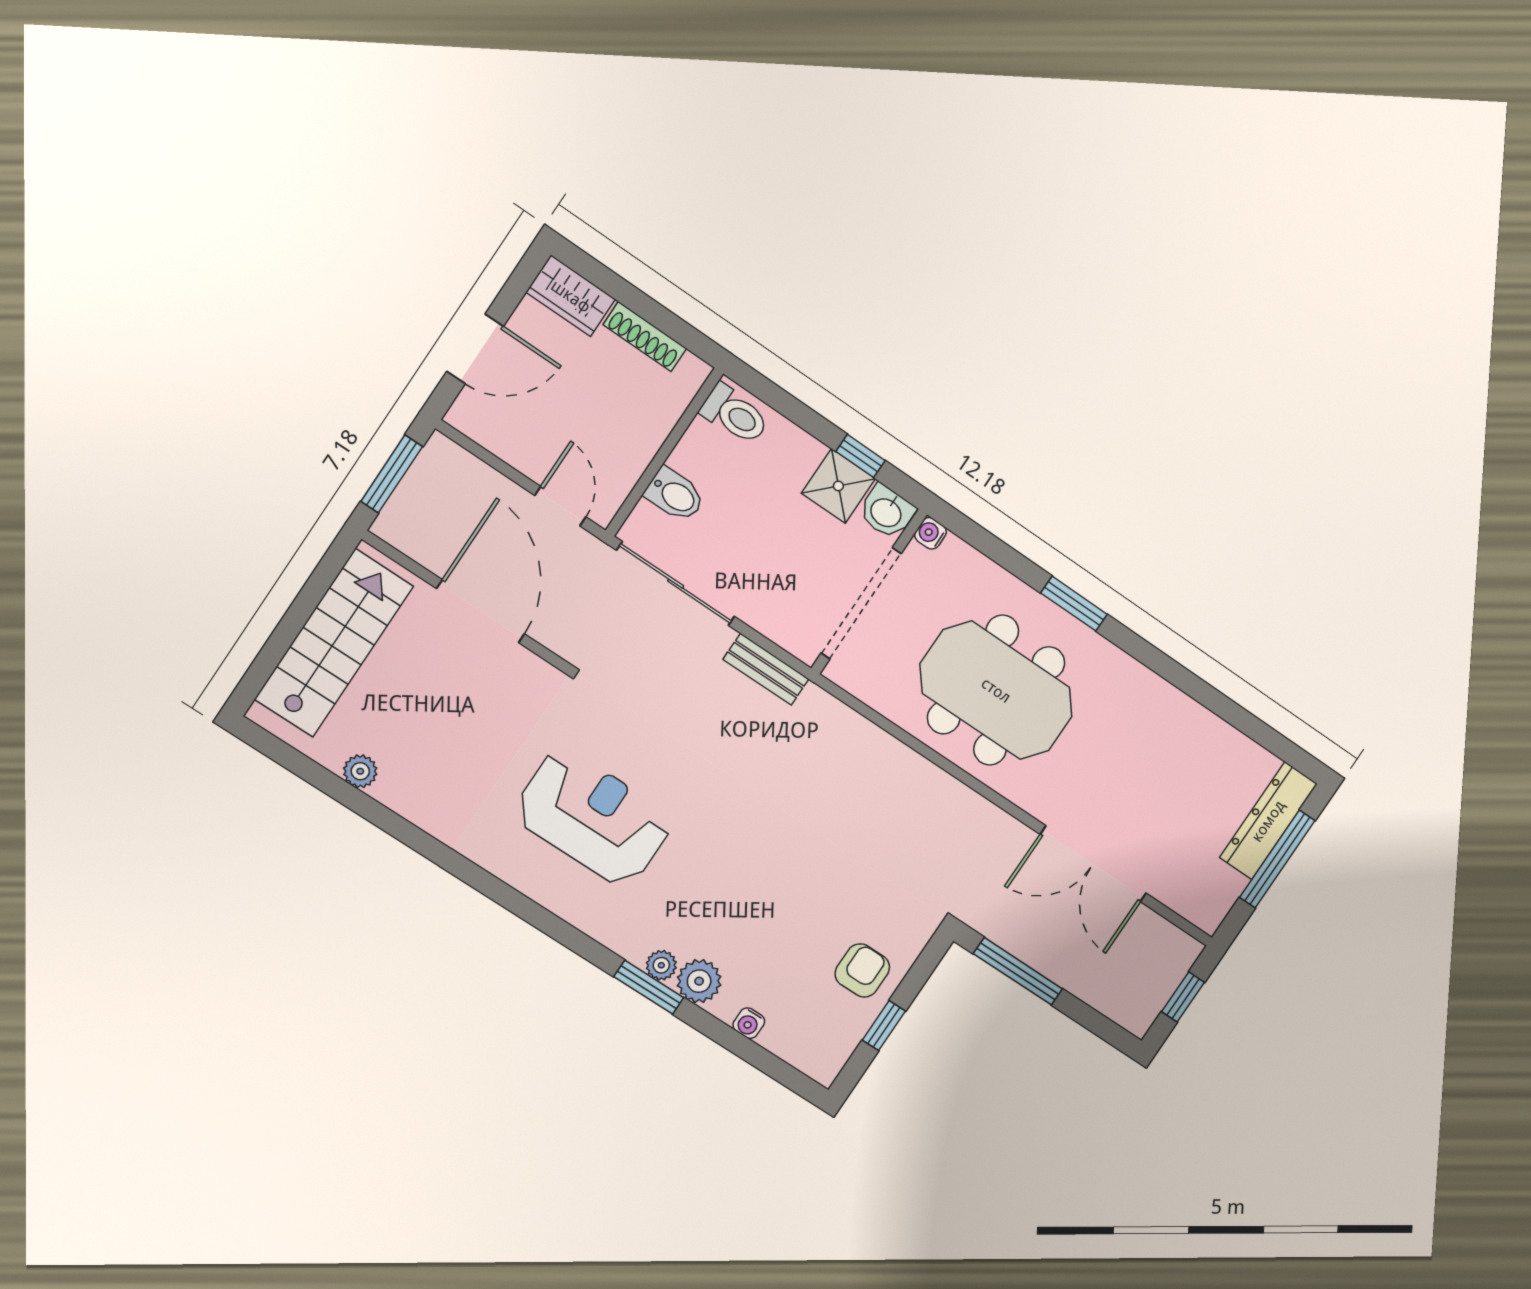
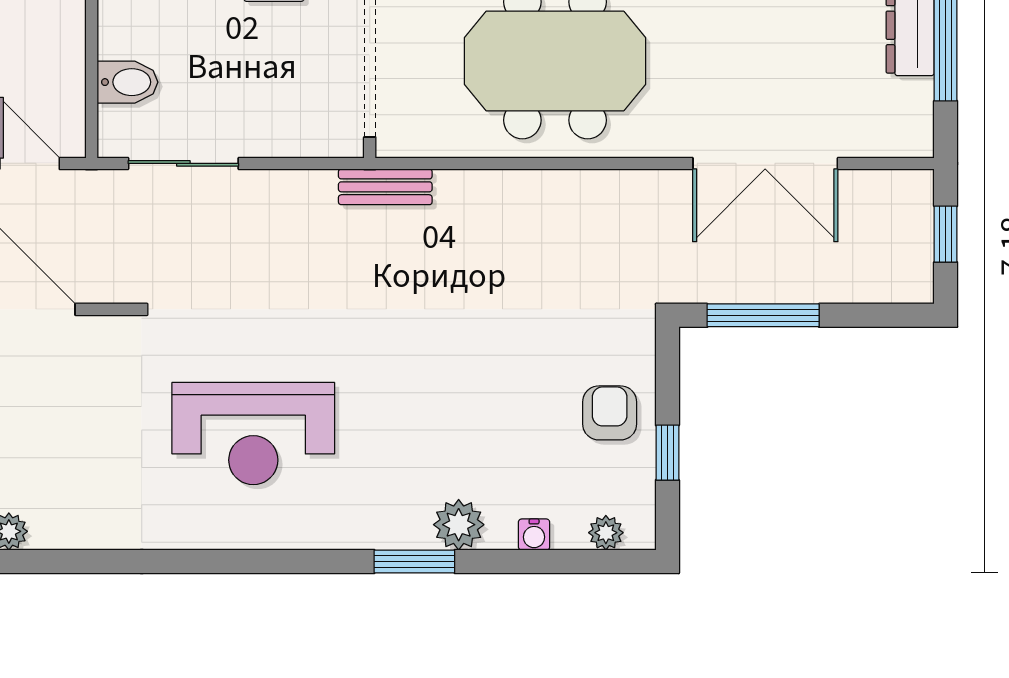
sliding door: (676, 583) -> (183, 163), width x0.73
bench: (766, 669) -> (385, 187), moved
reception desk: (593, 817) -> (253, 434), turned 180
plant: (661, 965) -> (606, 533), moved

